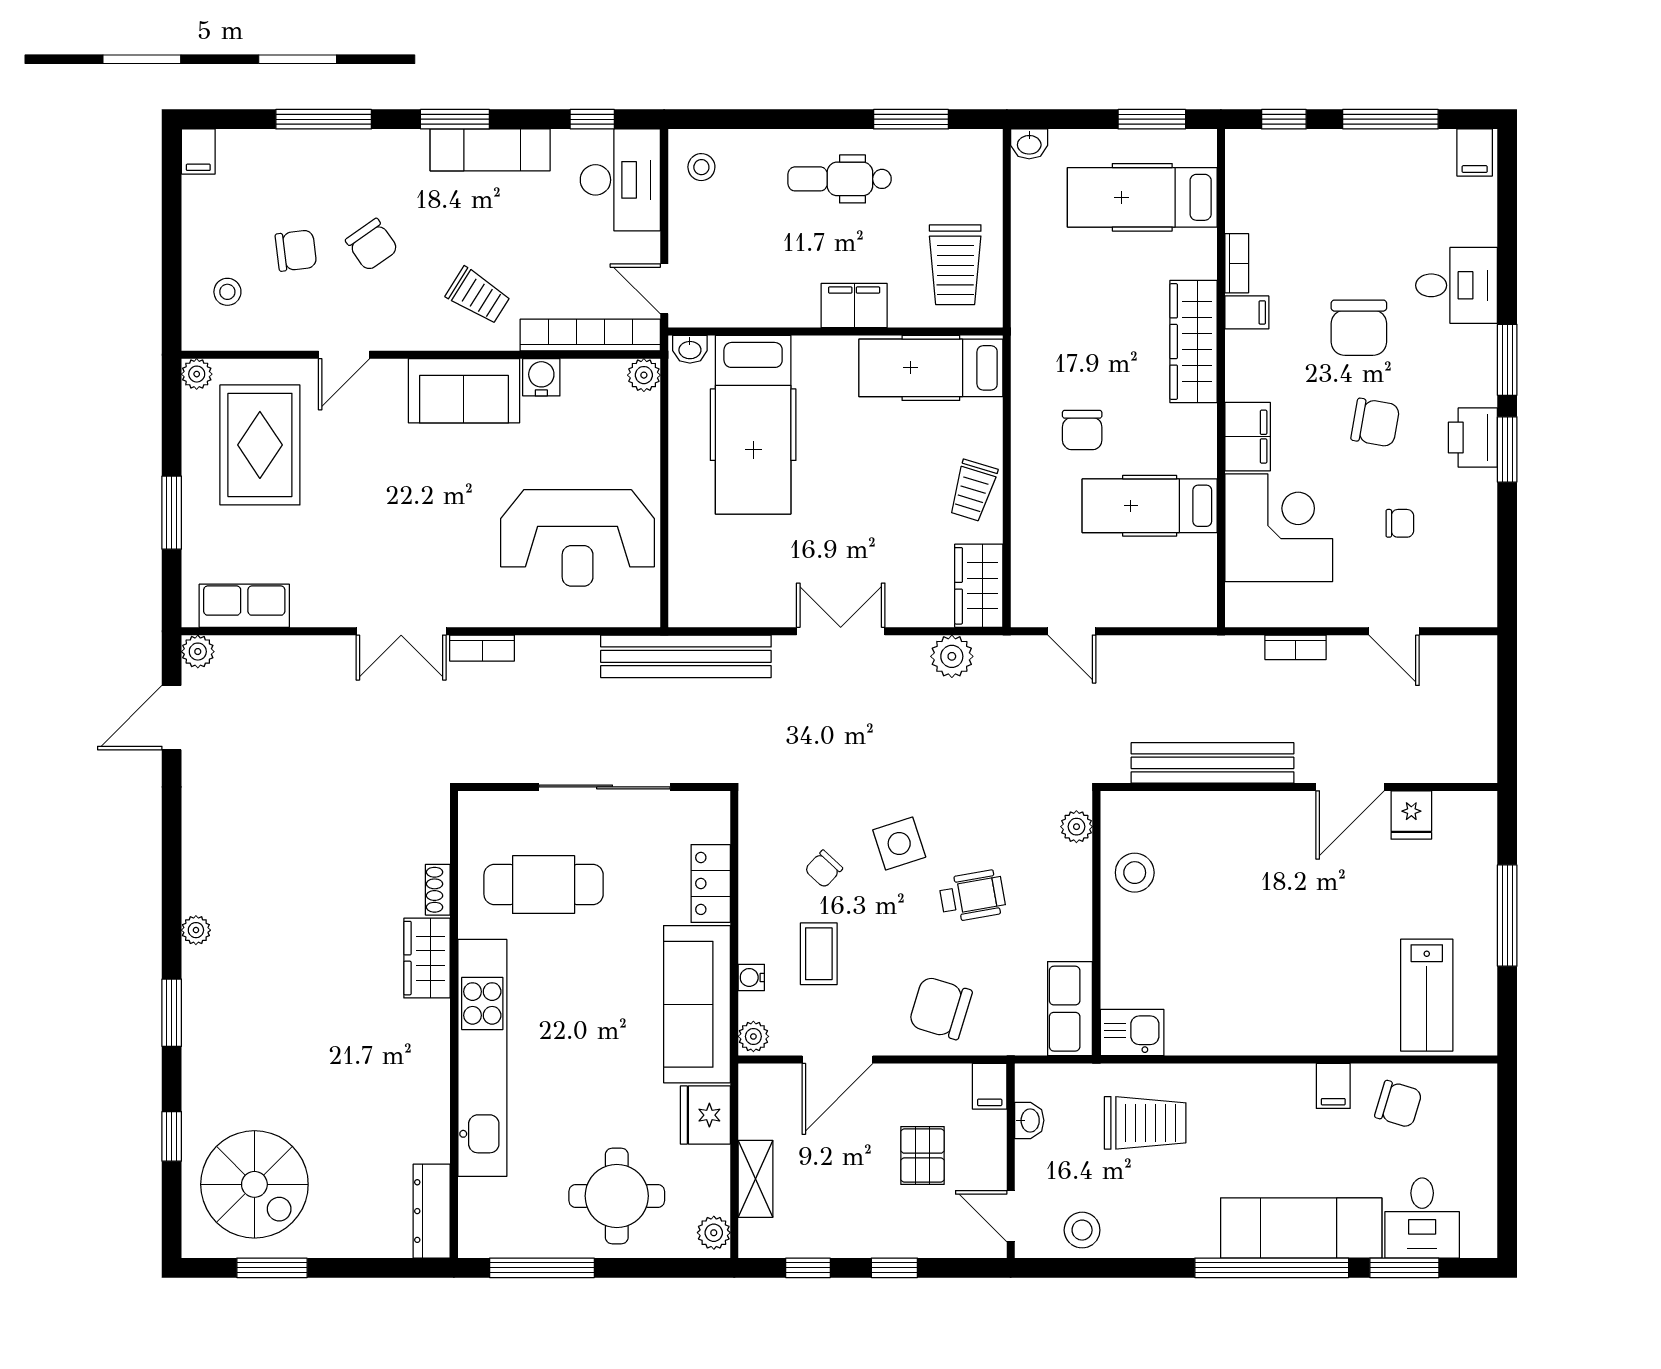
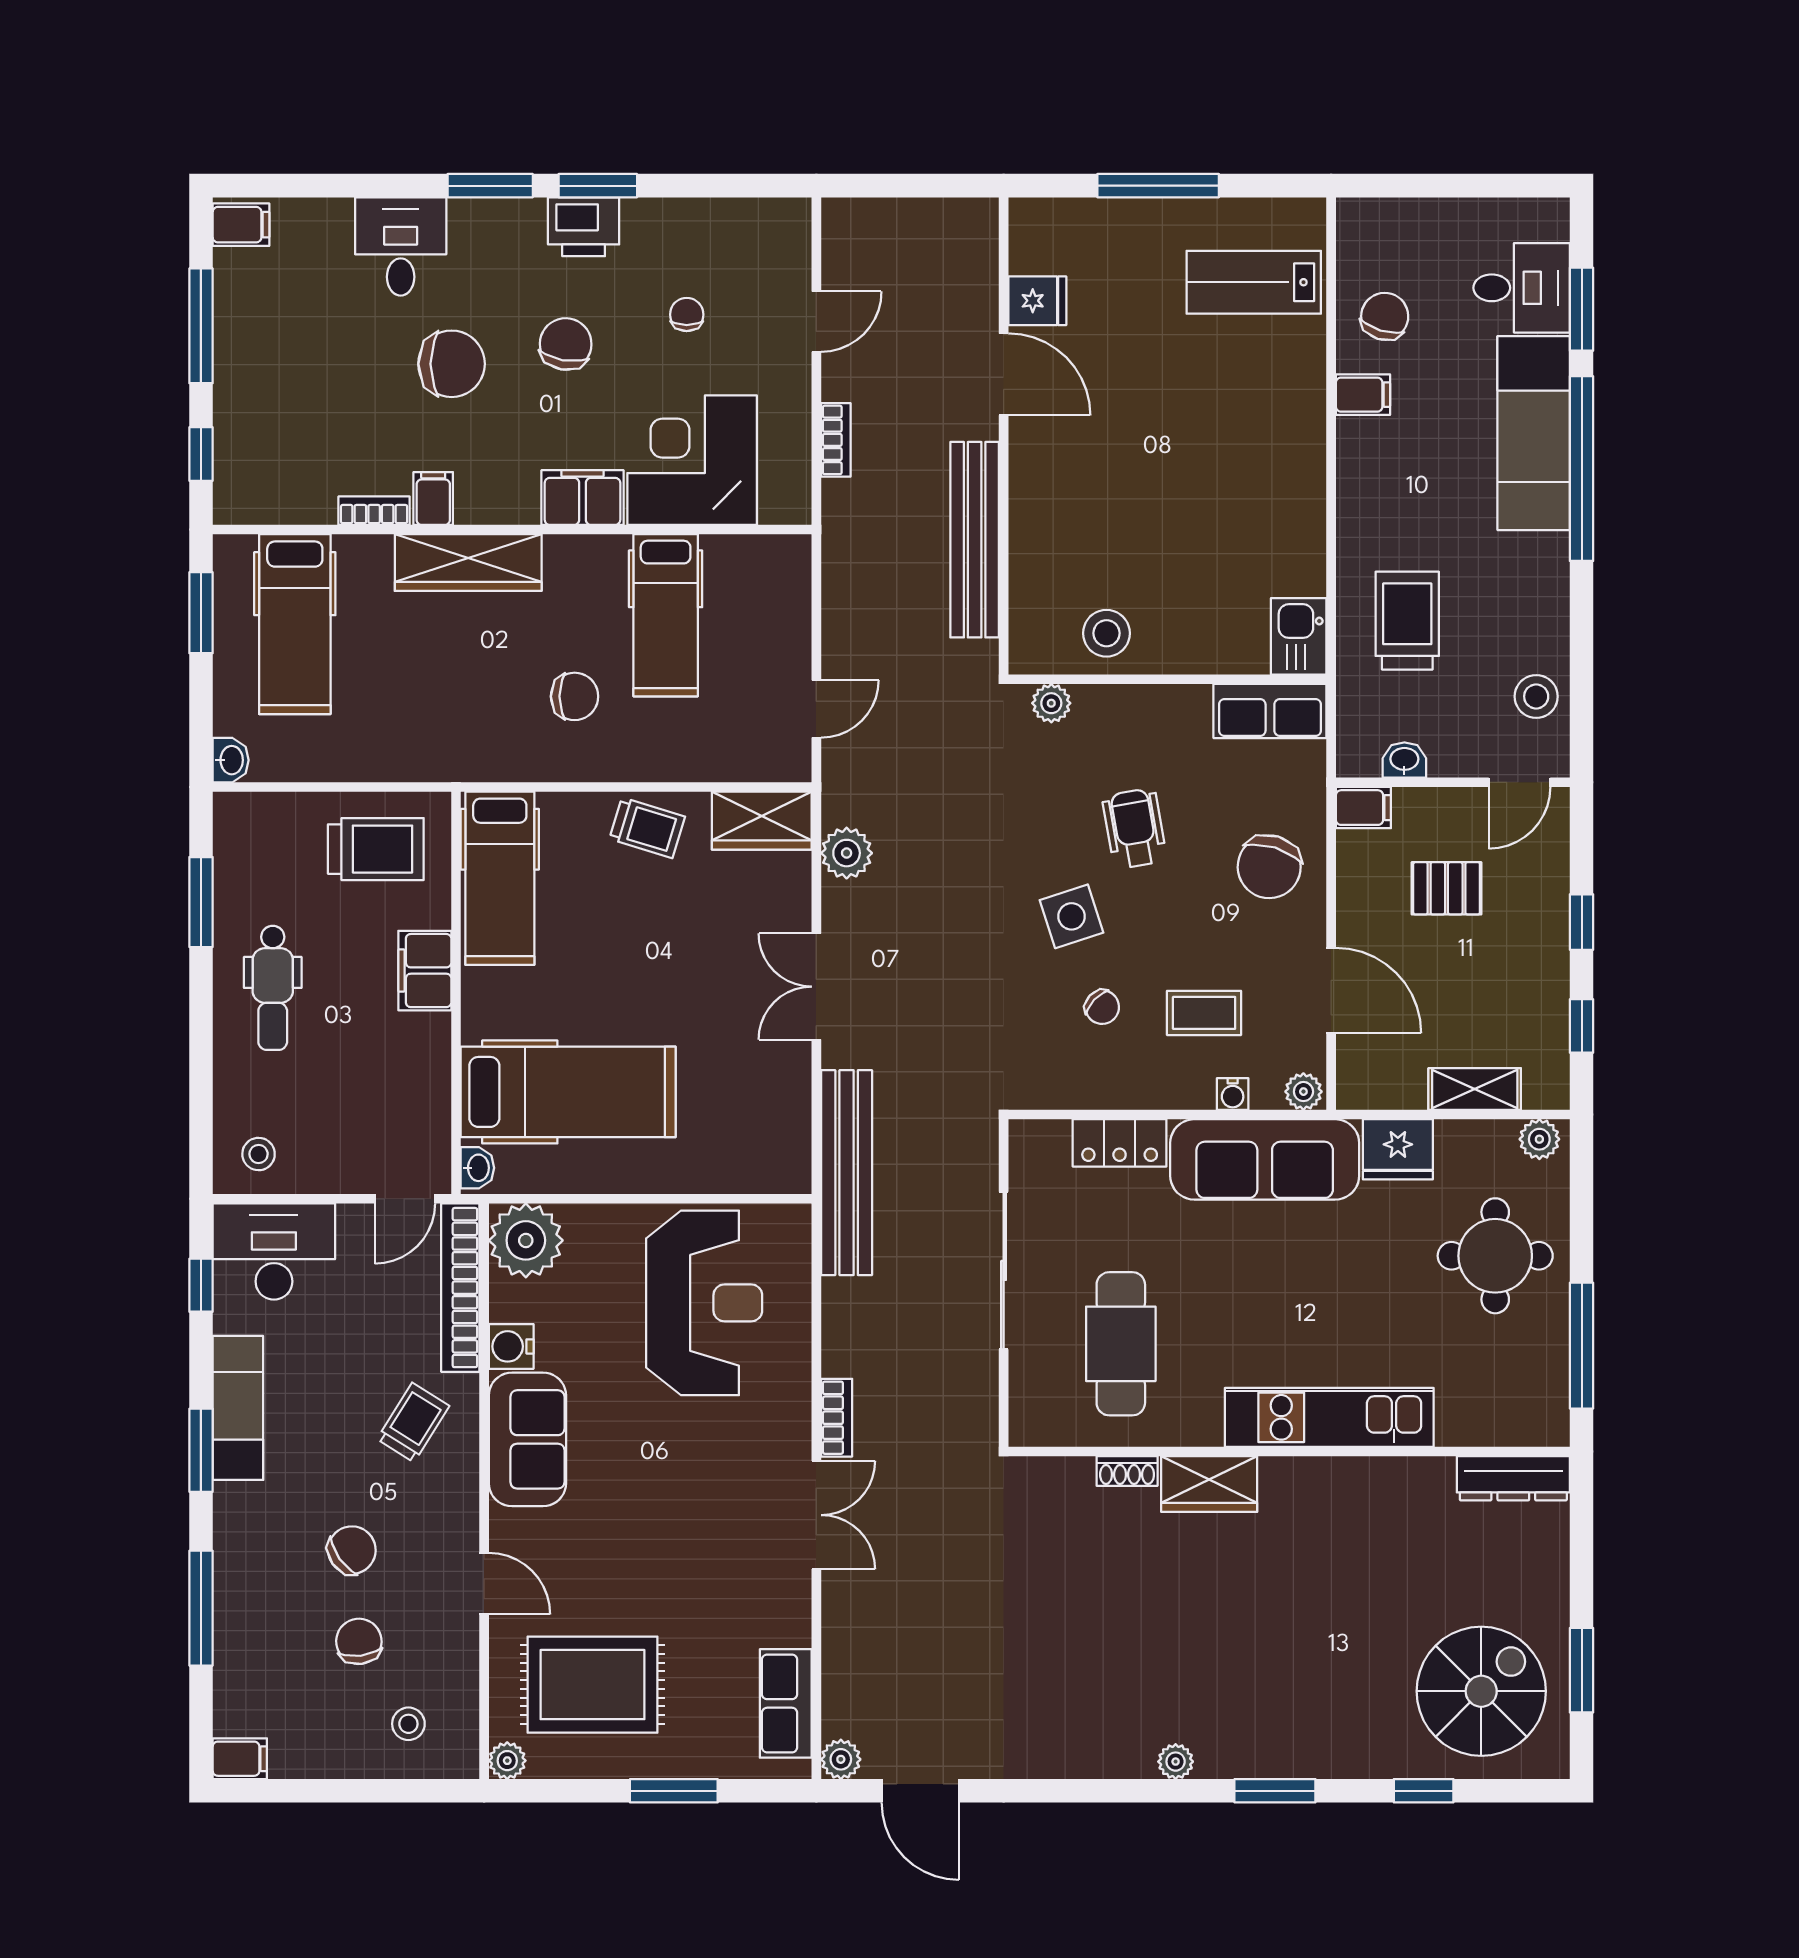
plant: (644, 375) -> (526, 1240), width x1.88, depth x1.88
lab bench: (1427, 995) -> (1254, 282), turned 180
kitchen unit: (482, 1058) -> (1329, 1417), width x0.73

